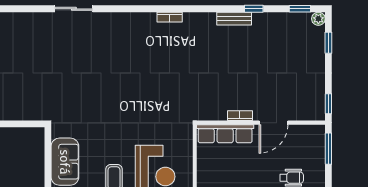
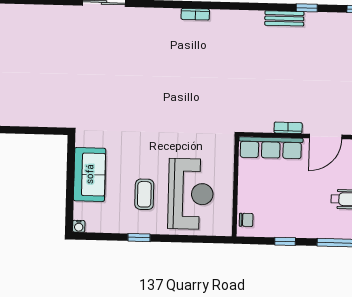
bookcase: (170, 17) -> (195, 14), moved

